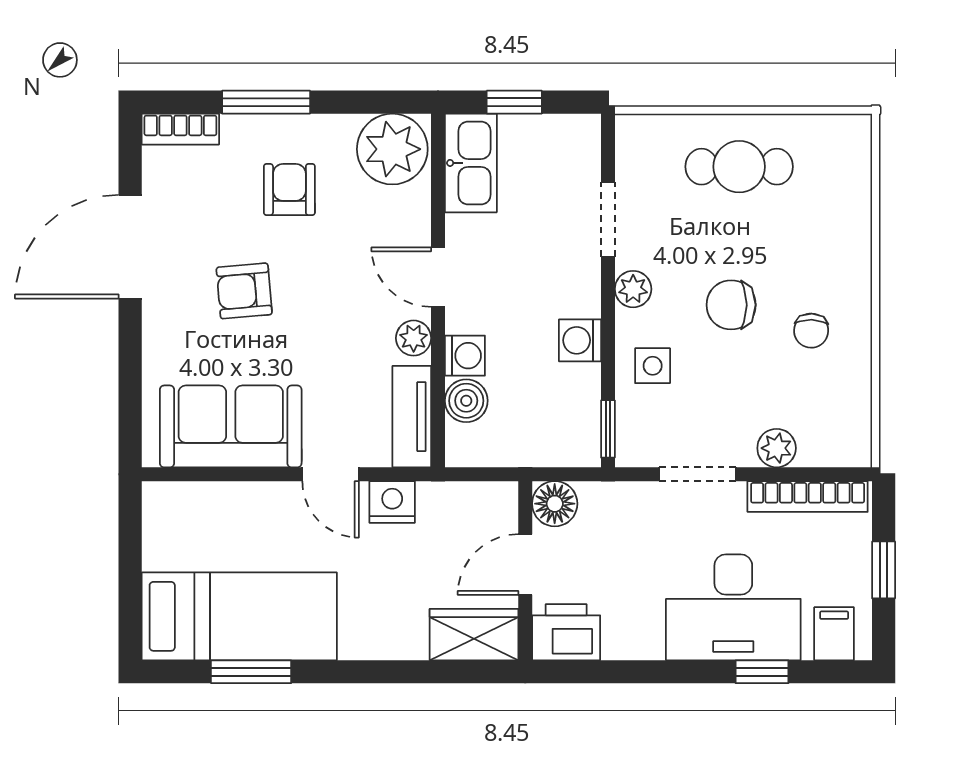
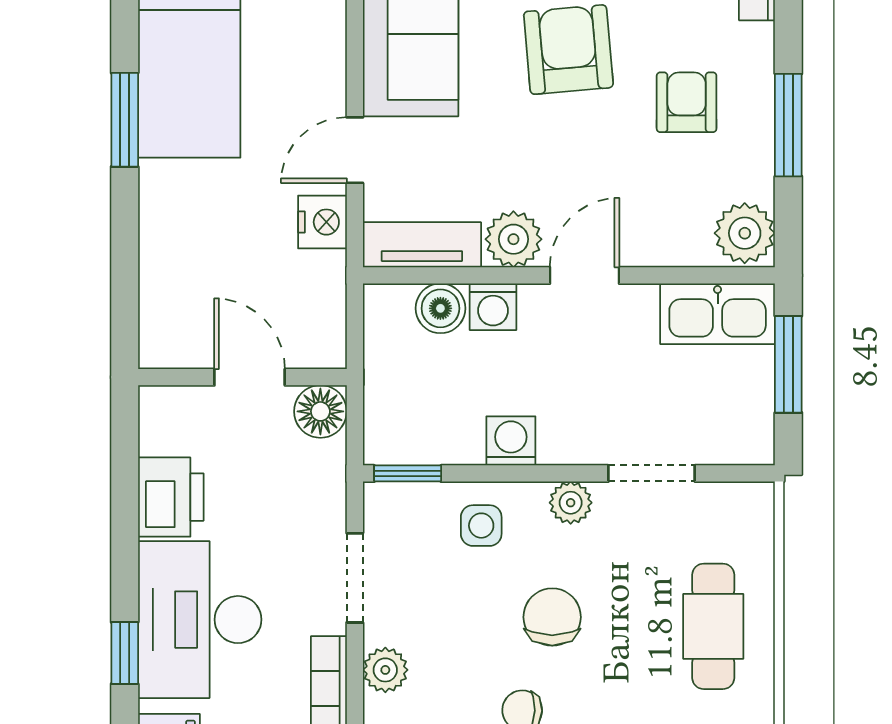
window: (266, 102) -> (788, 125), moved
window: (514, 102) -> (788, 364), width x1.50
plant: (392, 149) -> (745, 233), width x0.73, depth x0.73
armchair: (289, 190) -> (687, 102), turned -90
armchair: (244, 291) -> (568, 50), width x1.38, depth x1.38
plant: (414, 338) -> (513, 239), width x1.38, depth x1.38
printer: (566, 632) -> (171, 497), moved
wardrobe: (474, 635) -> (168, 317), removed
window: (251, 672) -> (125, 120), moved

